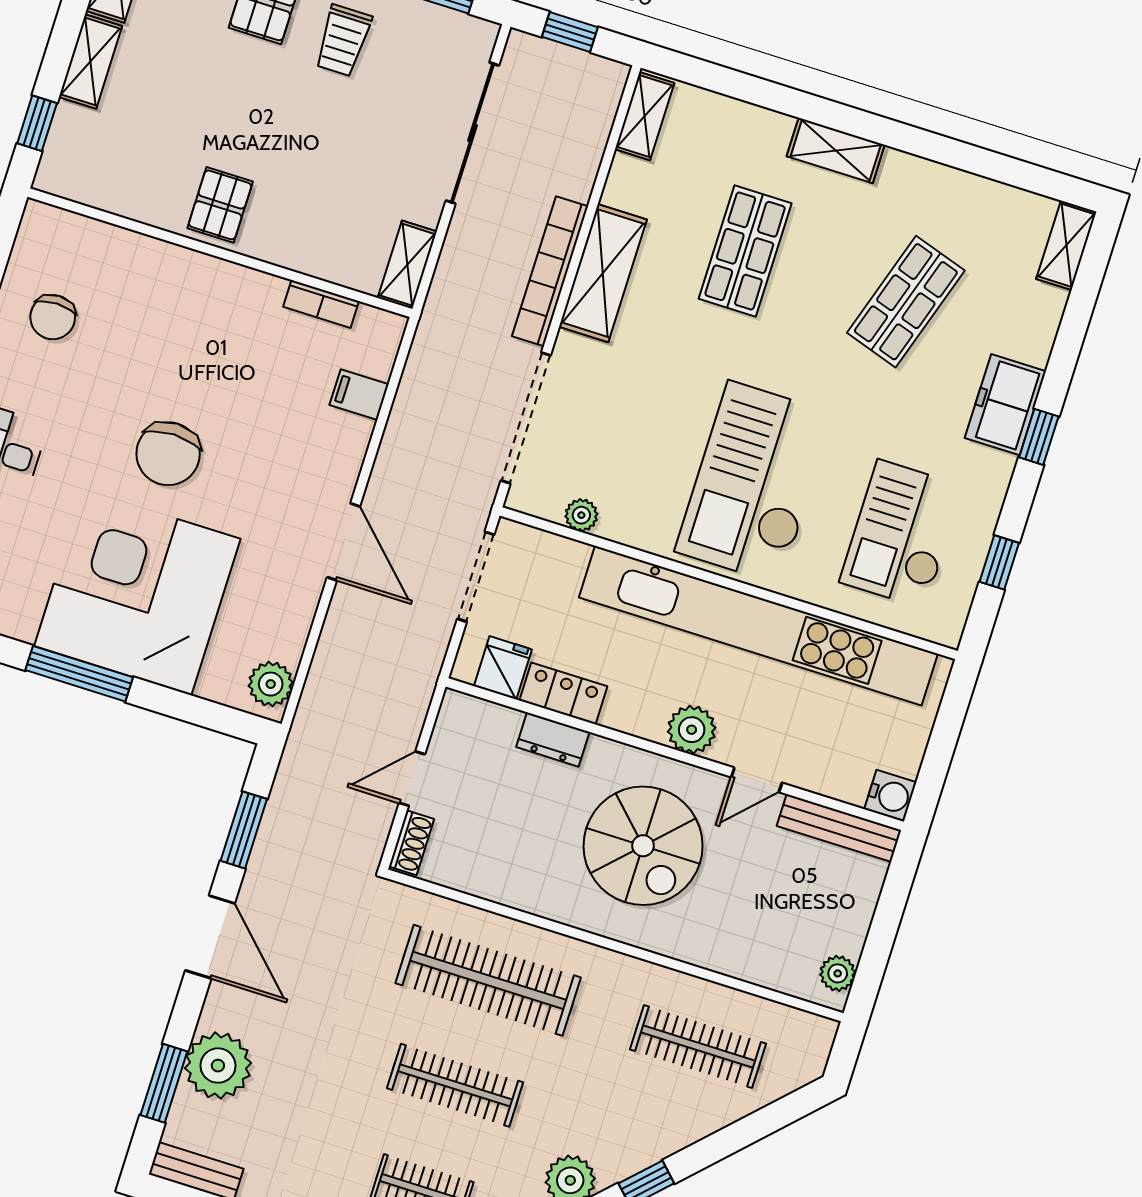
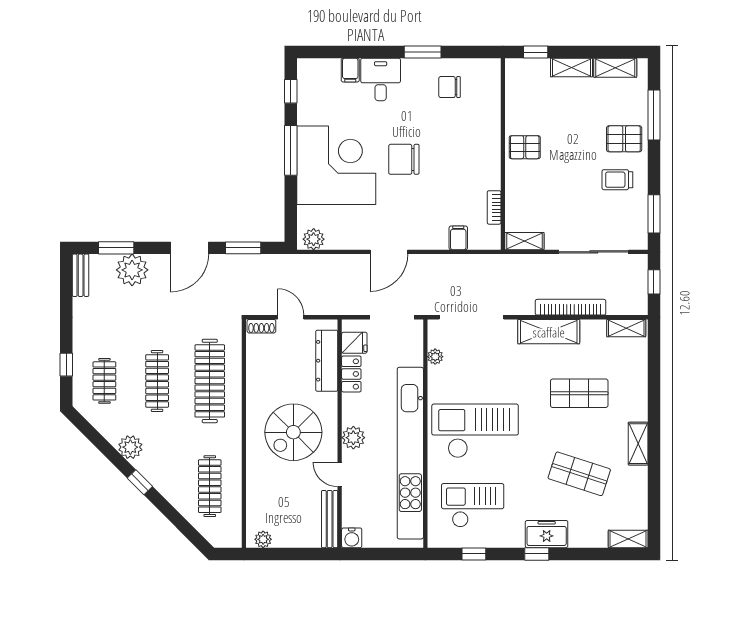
shelving: (836, 151) -> (638, 444), moved
bookcase: (550, 271) -> (571, 307), moved
dresser: (553, 739) -> (327, 361), width x1.96, depth x1.24

